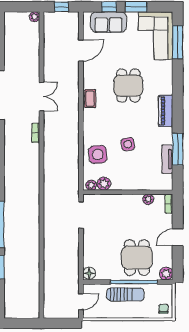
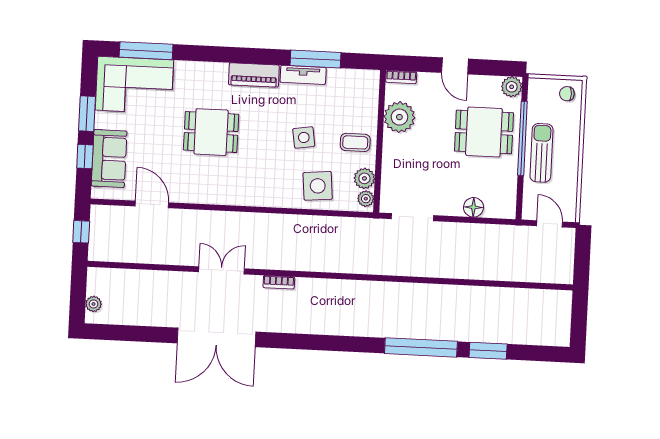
plant: (35, 17) -> (94, 304), moved
coffee table: (90, 99) -> (355, 142), moved
tv unit: (167, 159) -> (303, 75), moved
plant: (148, 199) -> (399, 117), width x1.87, depth x1.87
floor lamp: (89, 273) -> (474, 207), moved

